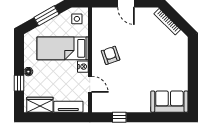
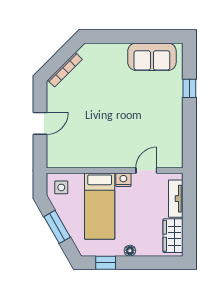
armchair: (111, 55) -> (109, 144), removed
window: (19, 83) -> (106, 263), moved
sofa: (169, 102) -> (152, 57), moved, turned -90
window: (119, 117) -> (189, 88), moved

